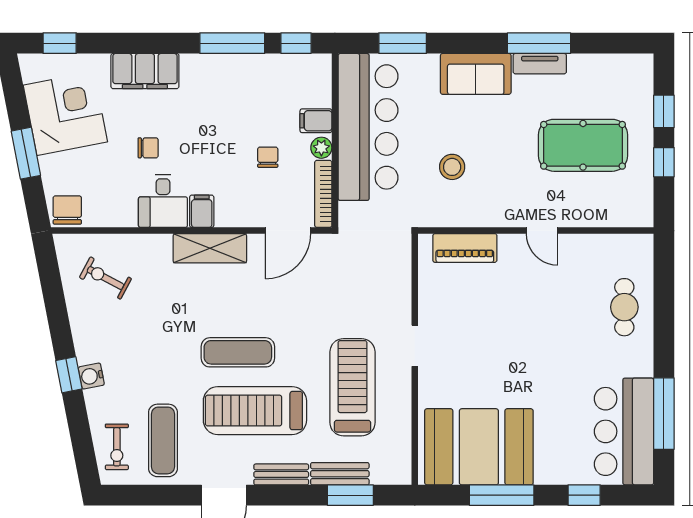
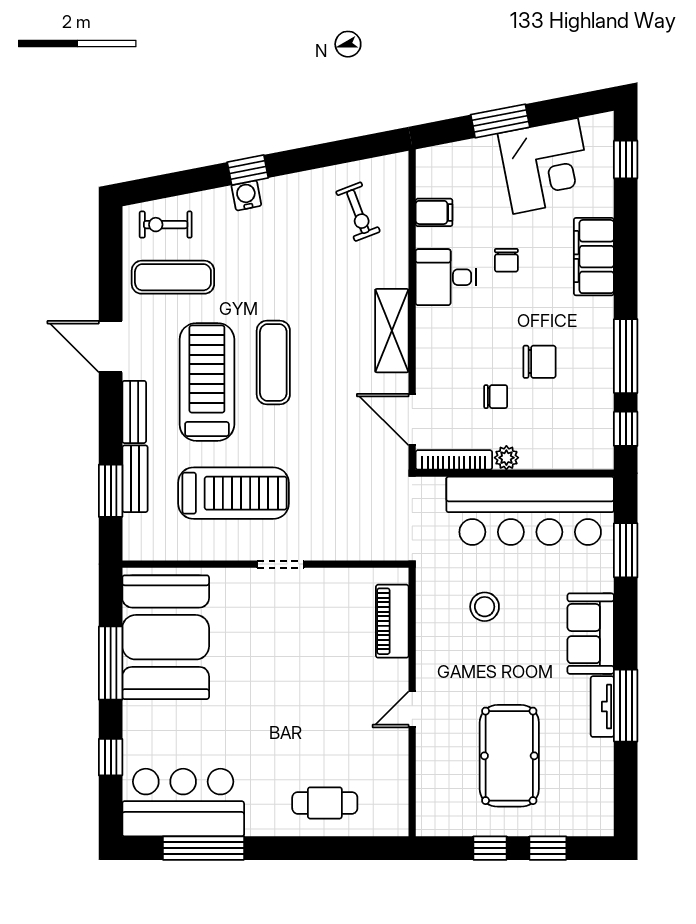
filing cabinet: (316, 121) -> (537, 451), removed
chair: (67, 210) -> (539, 362), moved
filing cabinet: (202, 211) -> (434, 212), moved
exercise bike: (105, 278) -> (358, 212), turned 131

